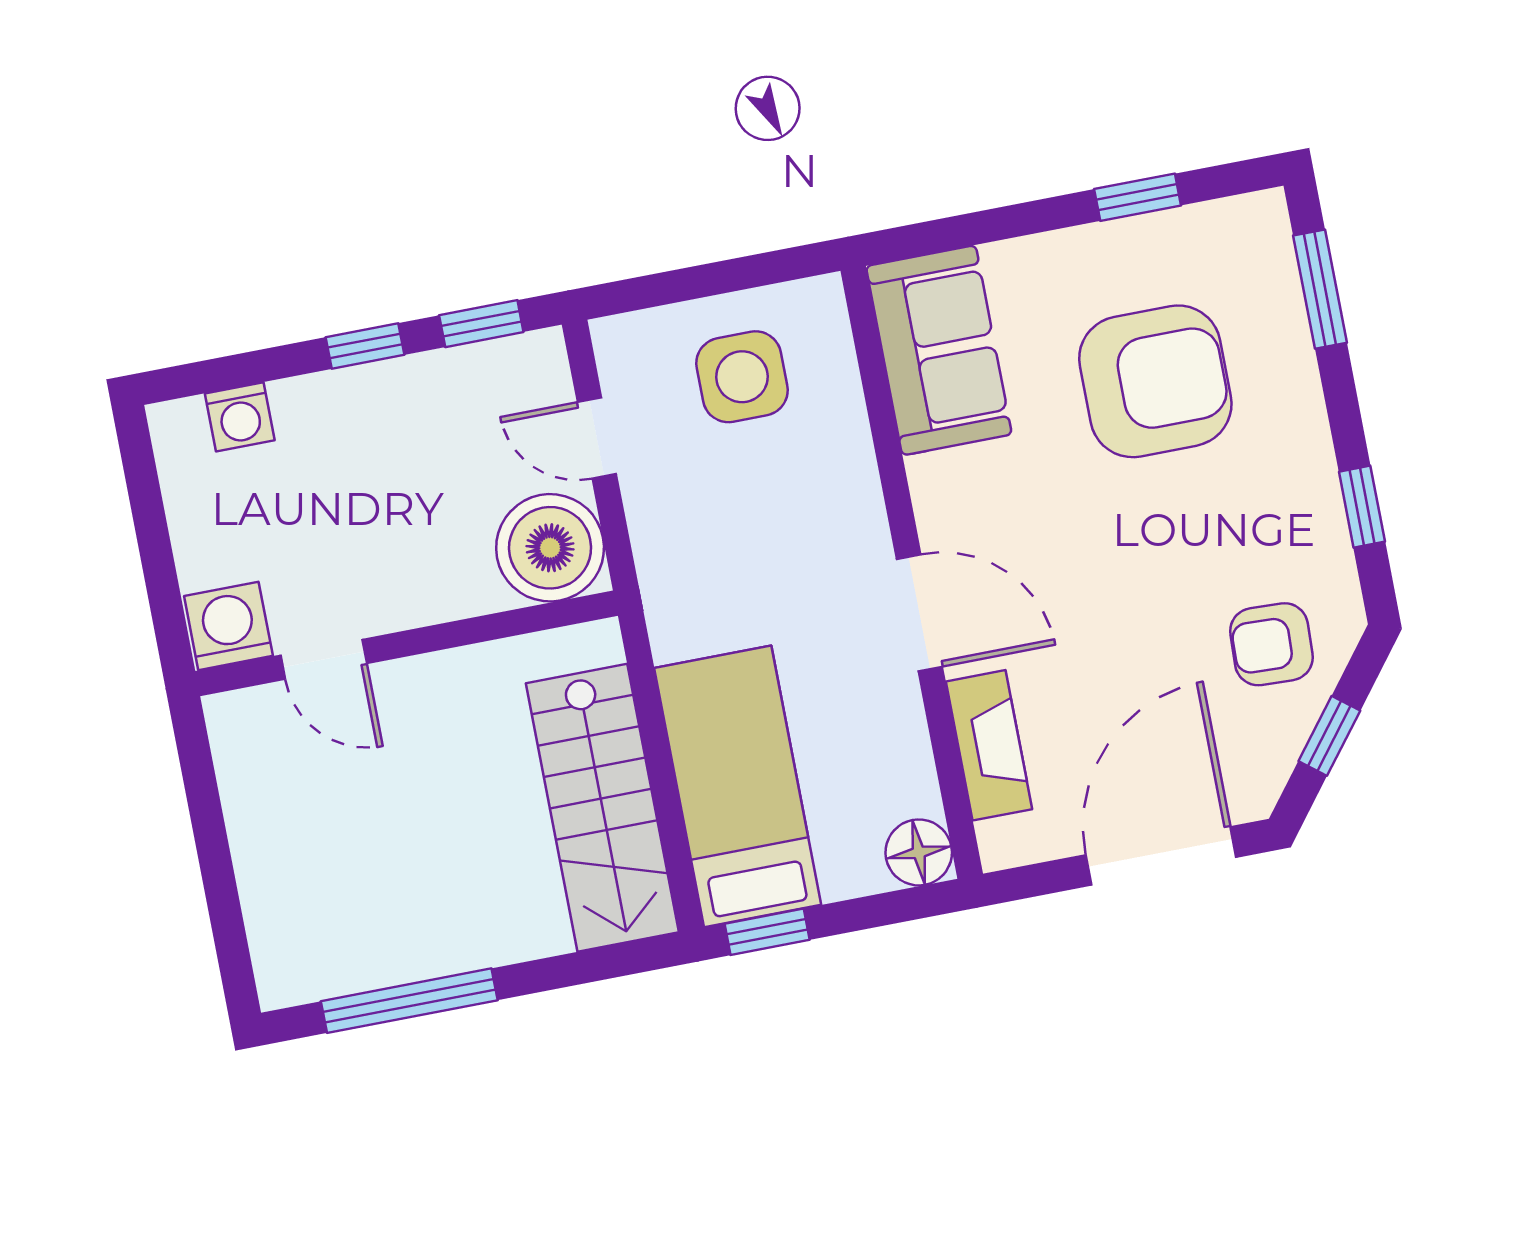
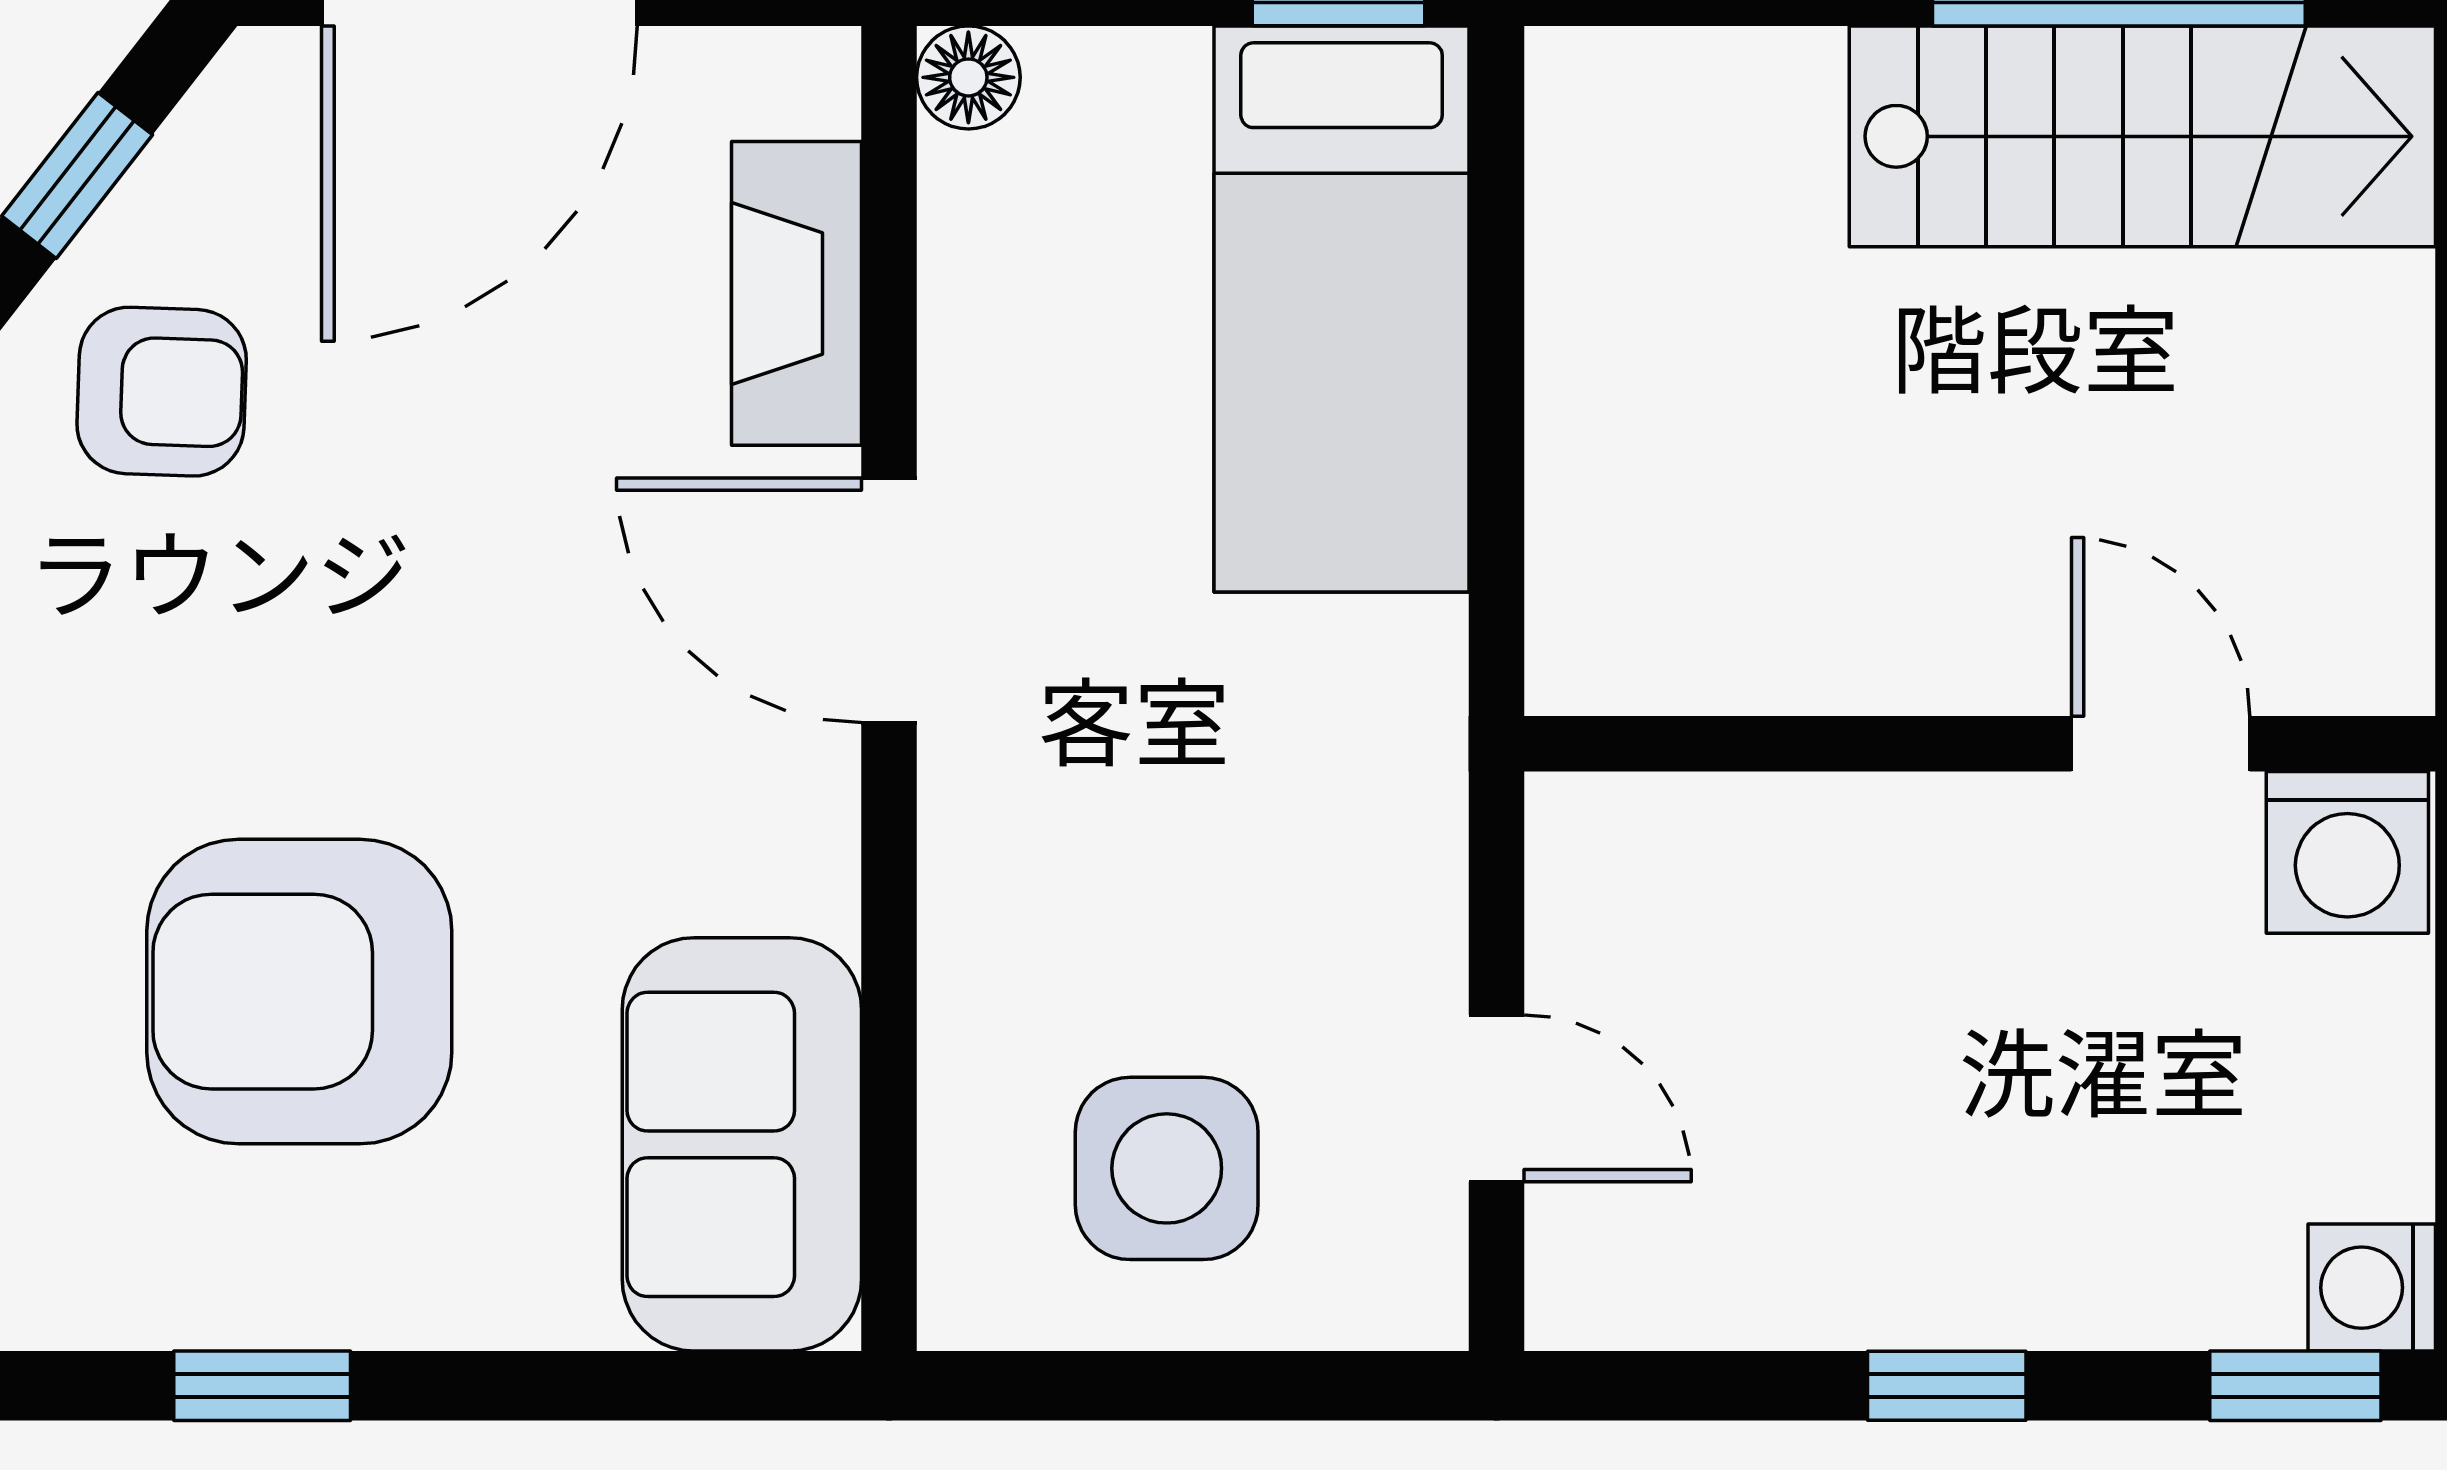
window: (481, 324) -> (2295, 1386), moved
washing machine: (240, 417) -> (2372, 1288), moved, turned -90
boiler: (550, 548) -> (1639, 887), removed
stairs: (602, 808) -> (2142, 136), moved, turned 90
floor lamp: (919, 852) -> (968, 77), width x0.73, depth x0.73

